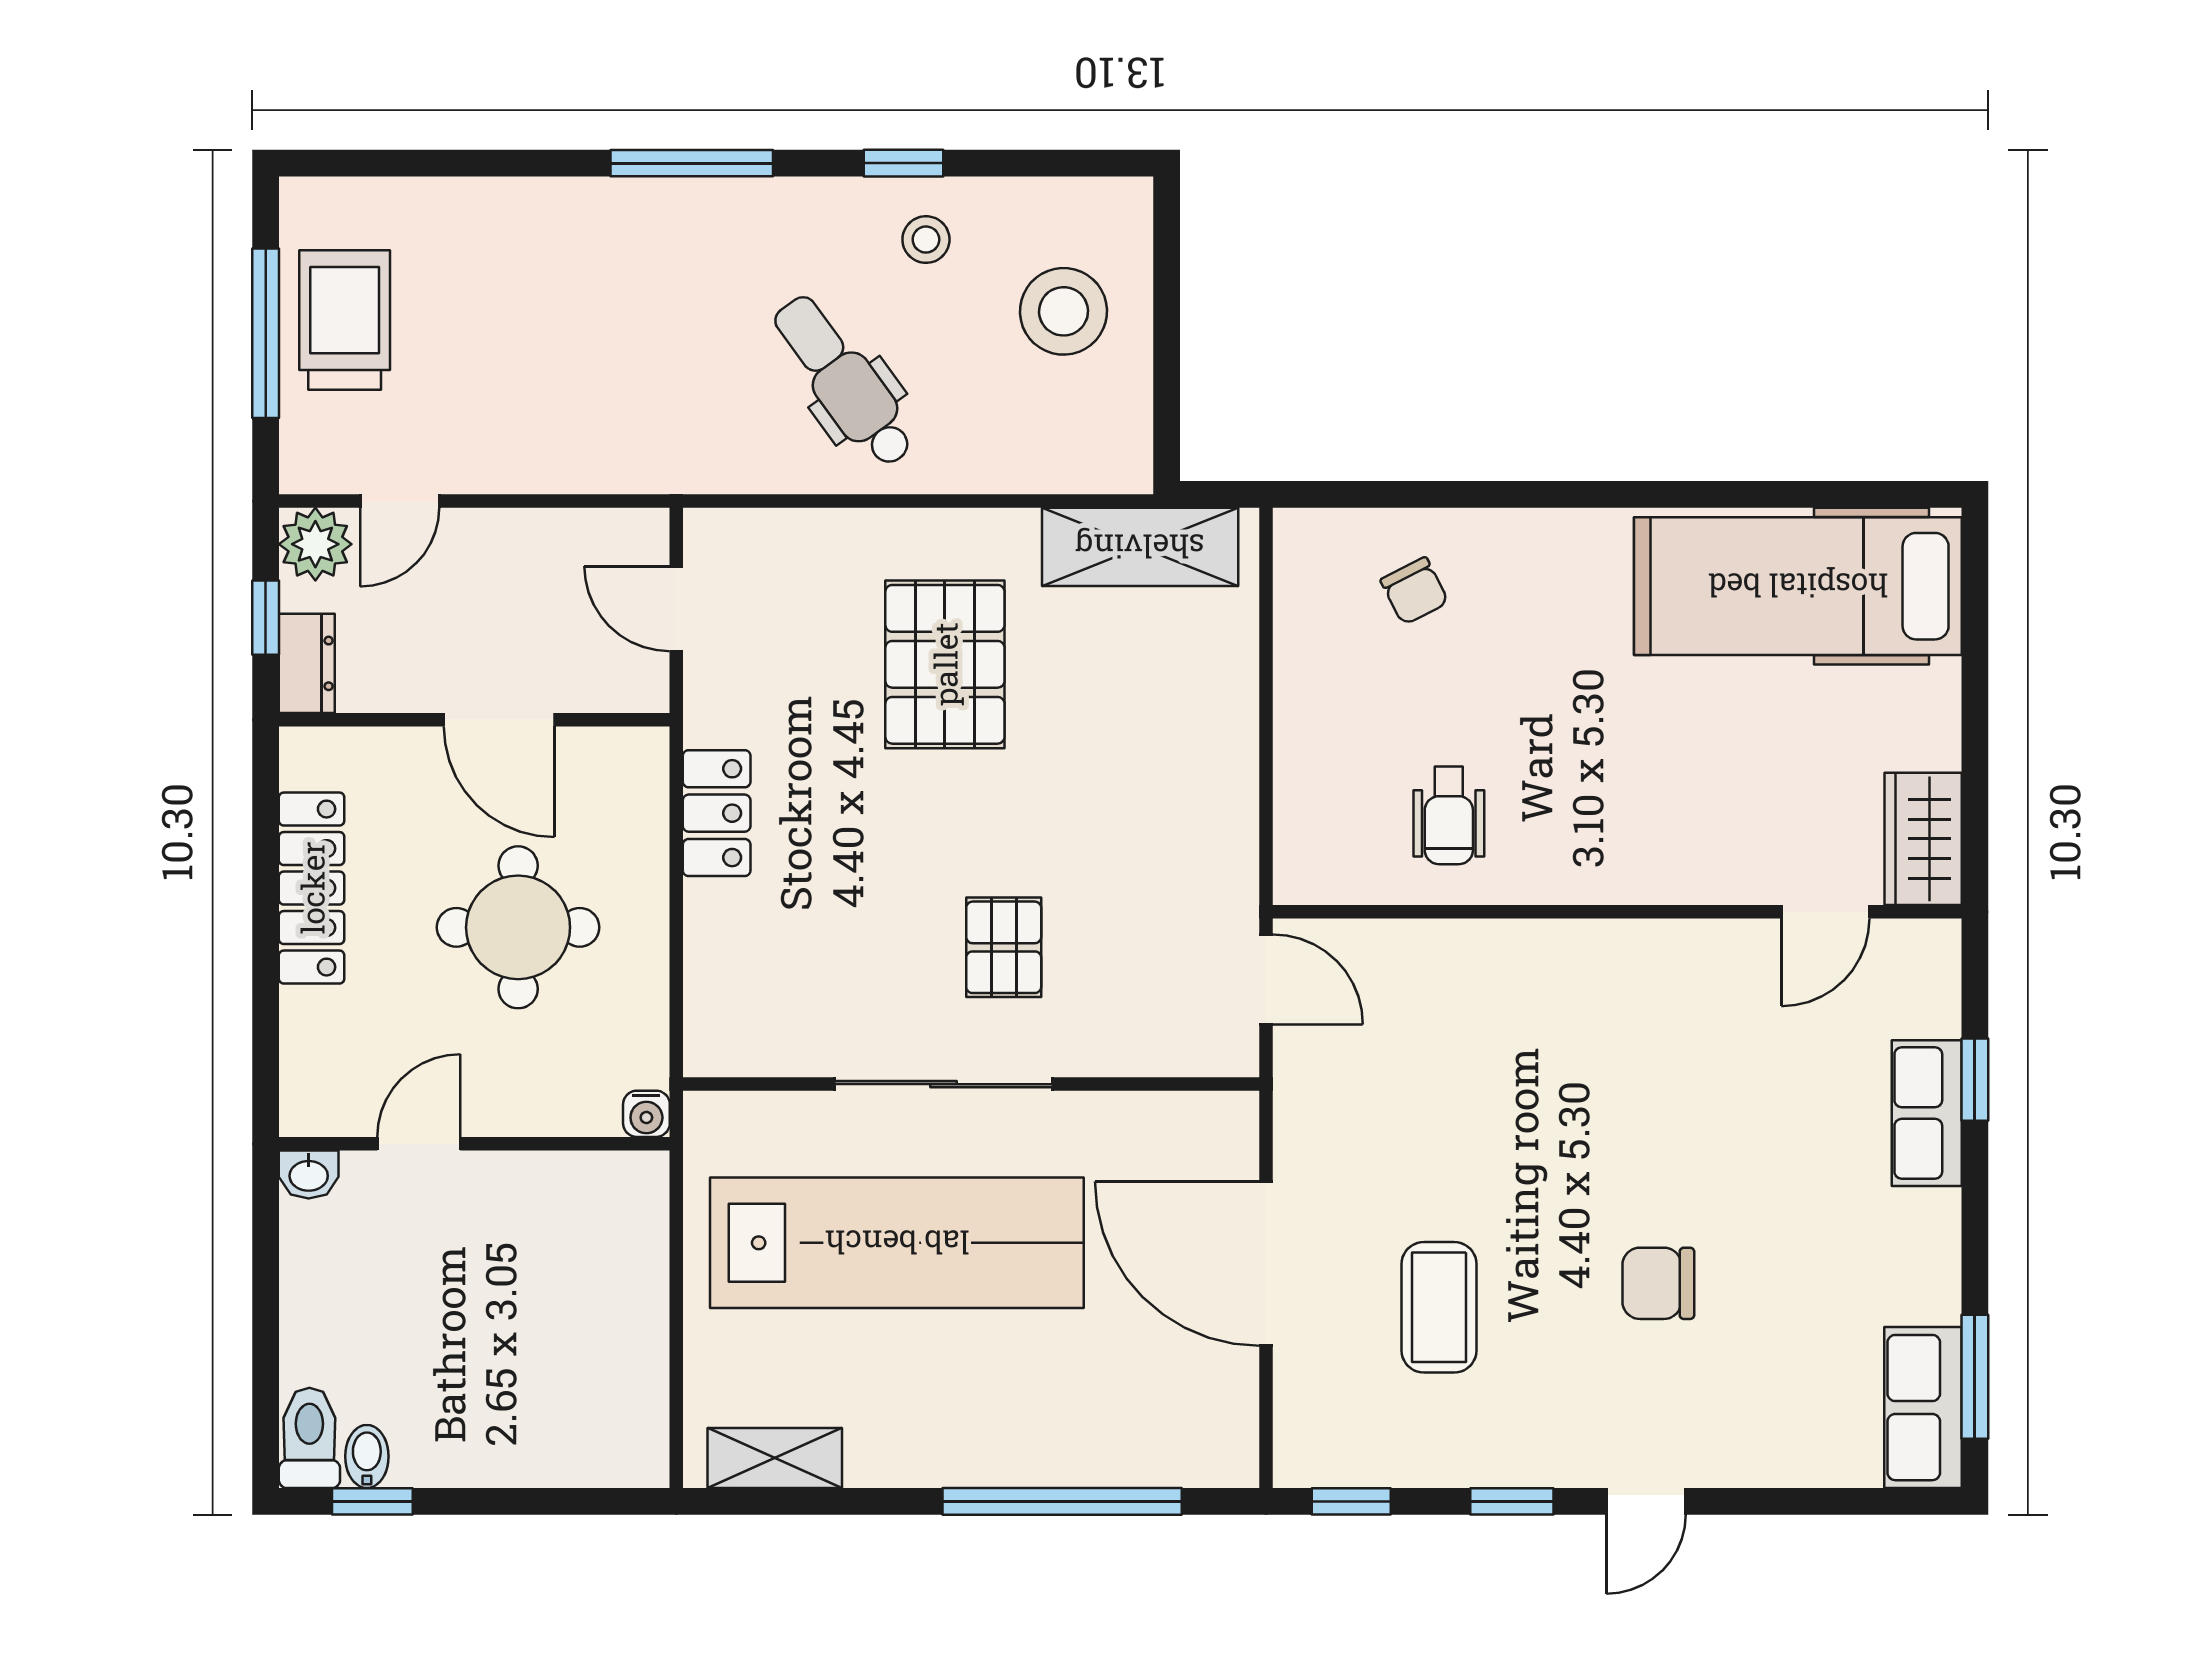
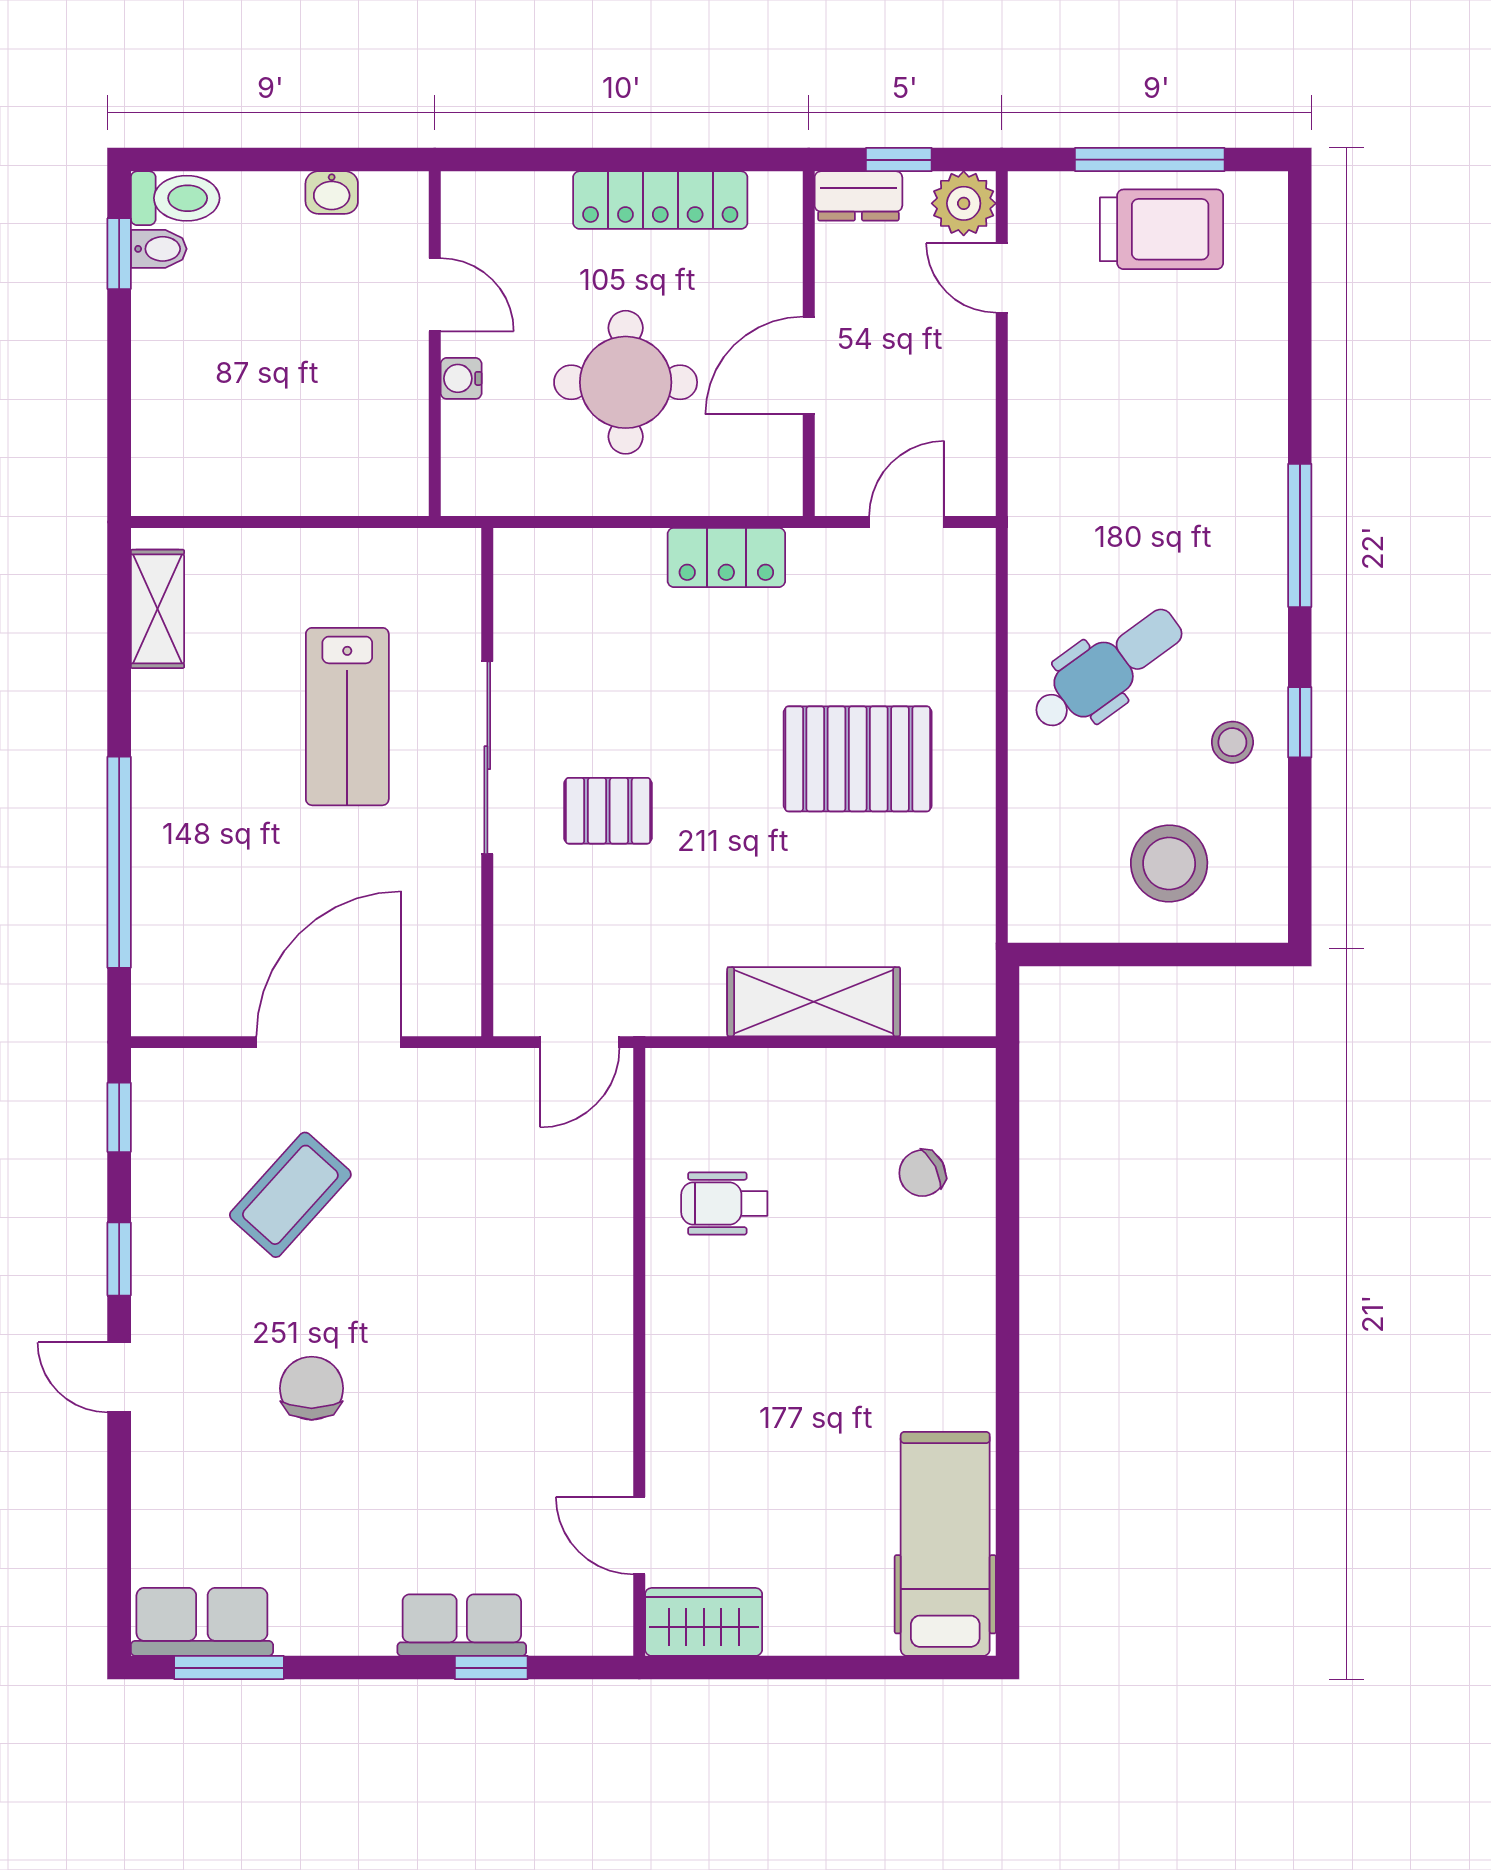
shelving: (1140, 547) -> (814, 1002), moved, turned 90
hospital bed: (1798, 586) -> (945, 1544), width x0.73, depth x0.78
water cooler: (646, 1114) -> (461, 378), moved
washbasin: (309, 1174) -> (332, 192), moved, turned -90
lab bench: (897, 1243) -> (347, 717), width x0.54, depth x0.72
coffee table: (1439, 1307) -> (290, 1195), turned -48

